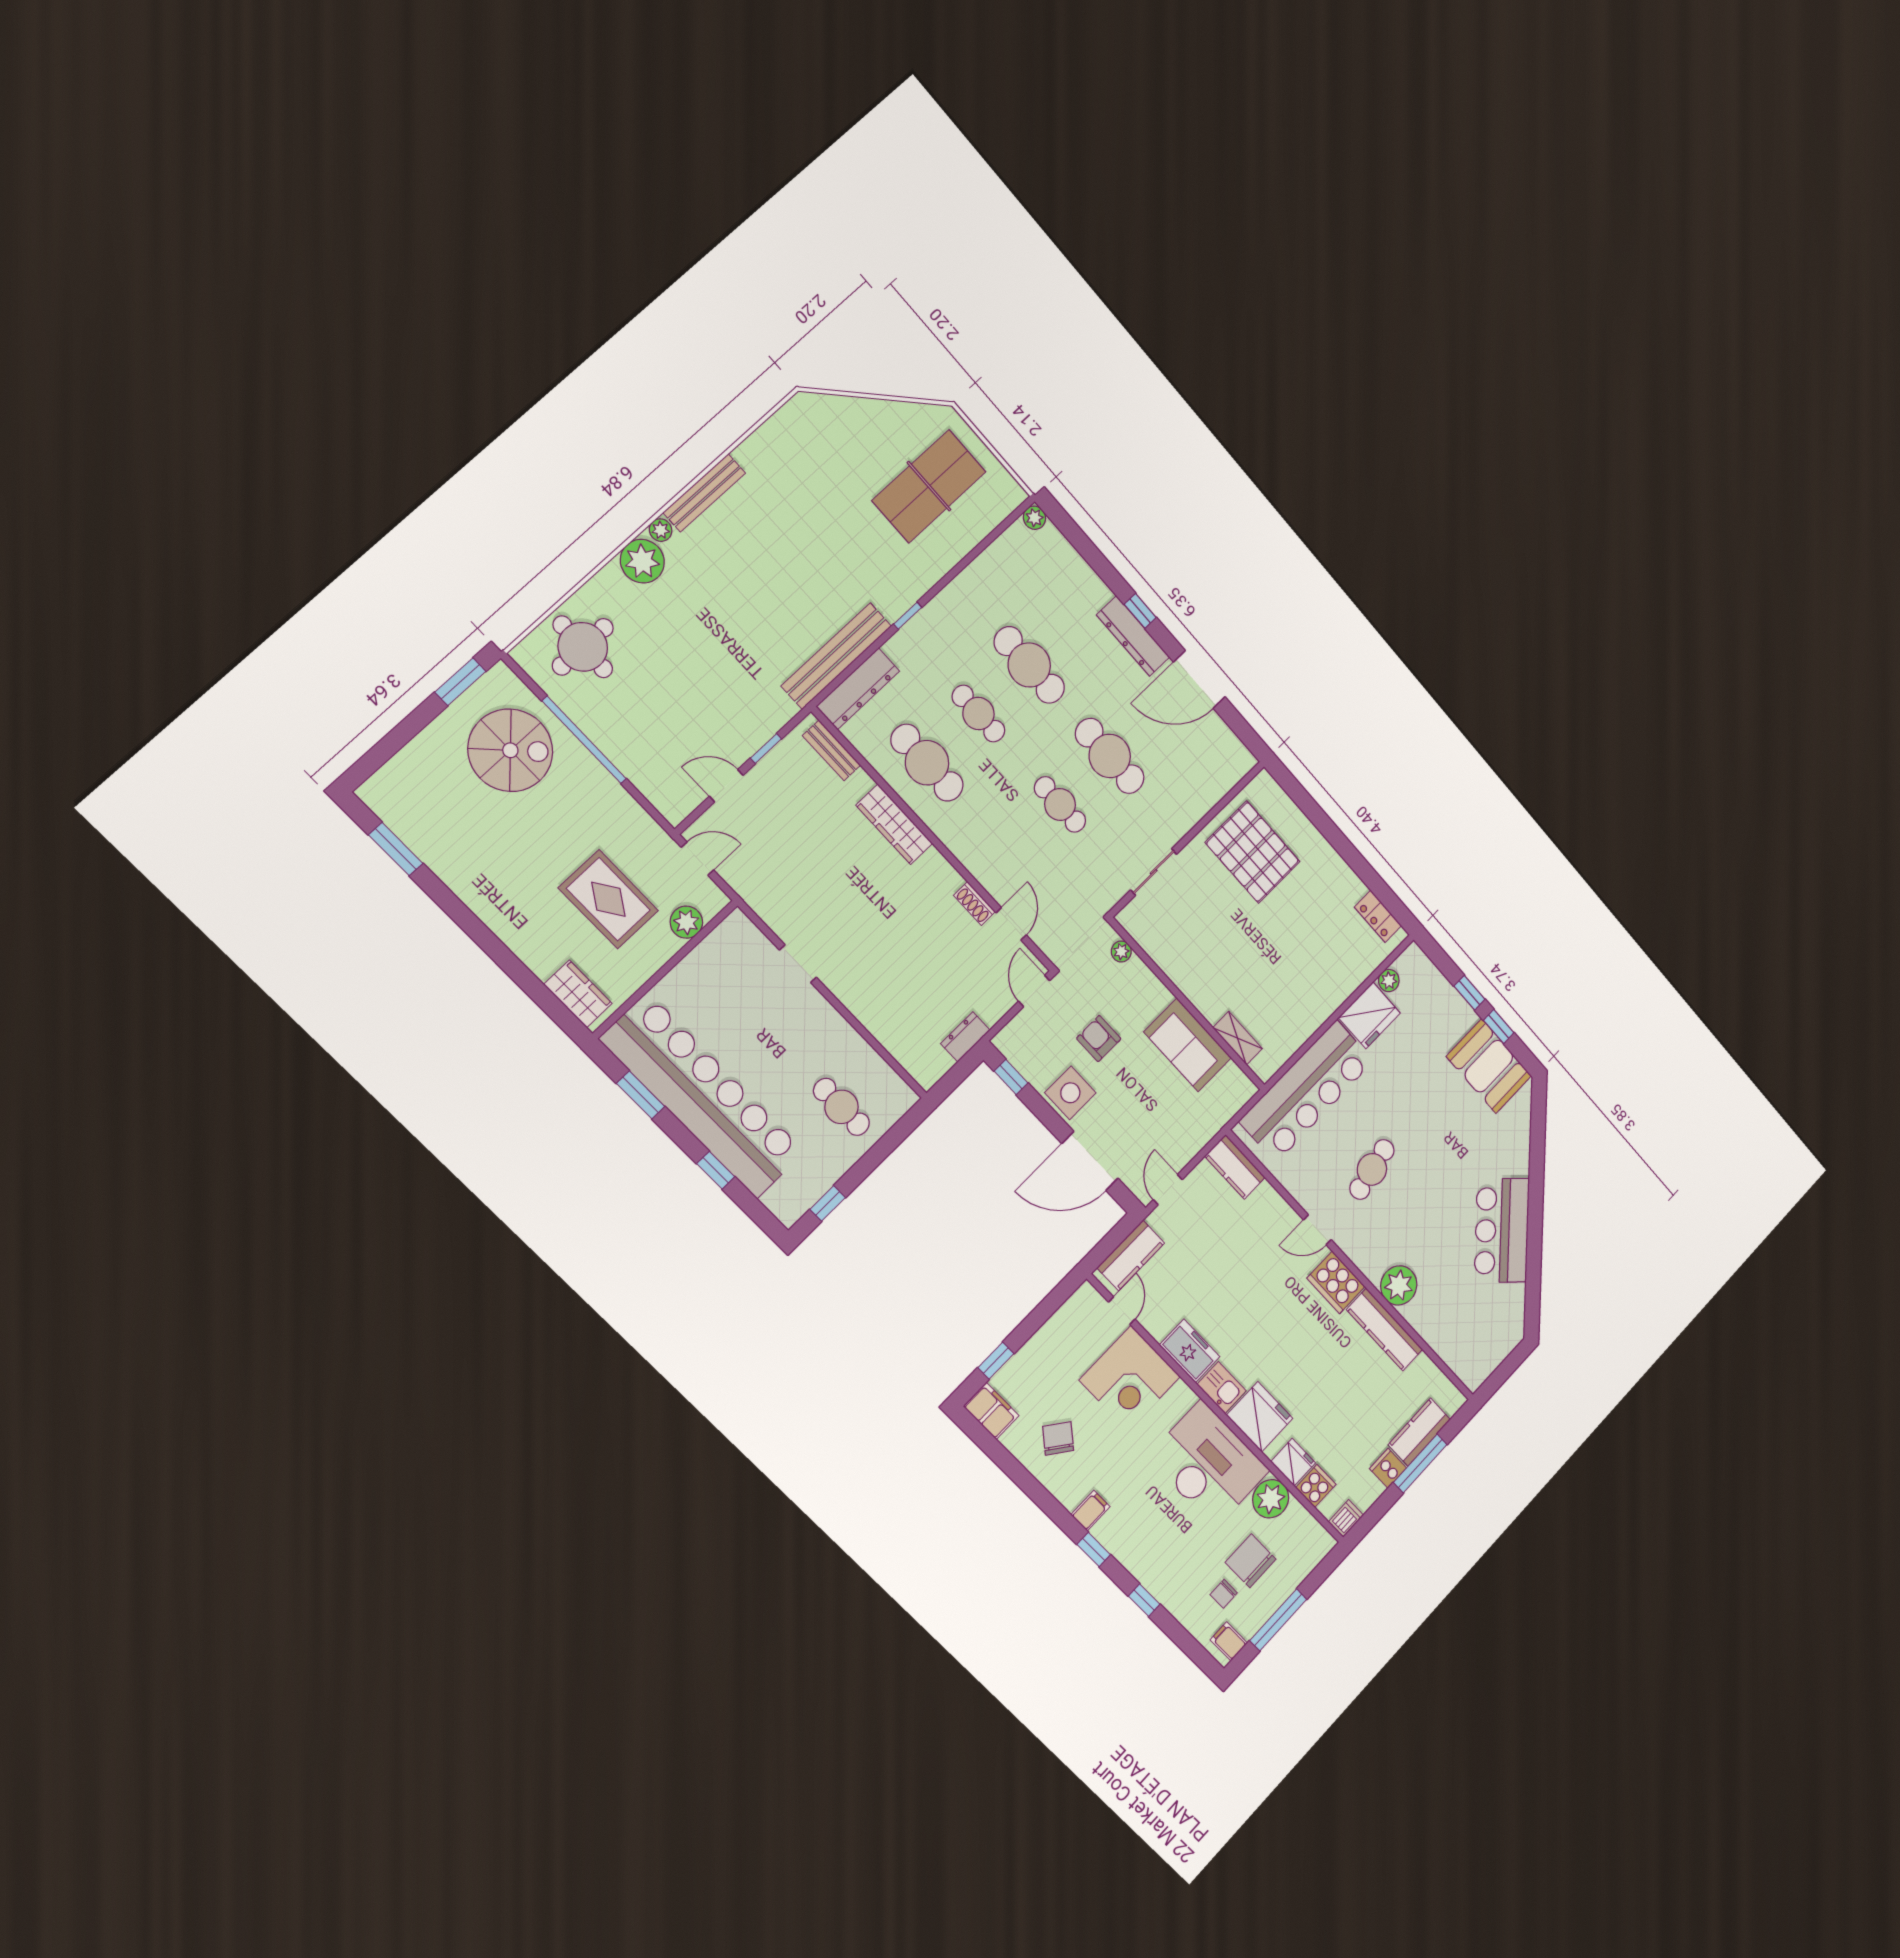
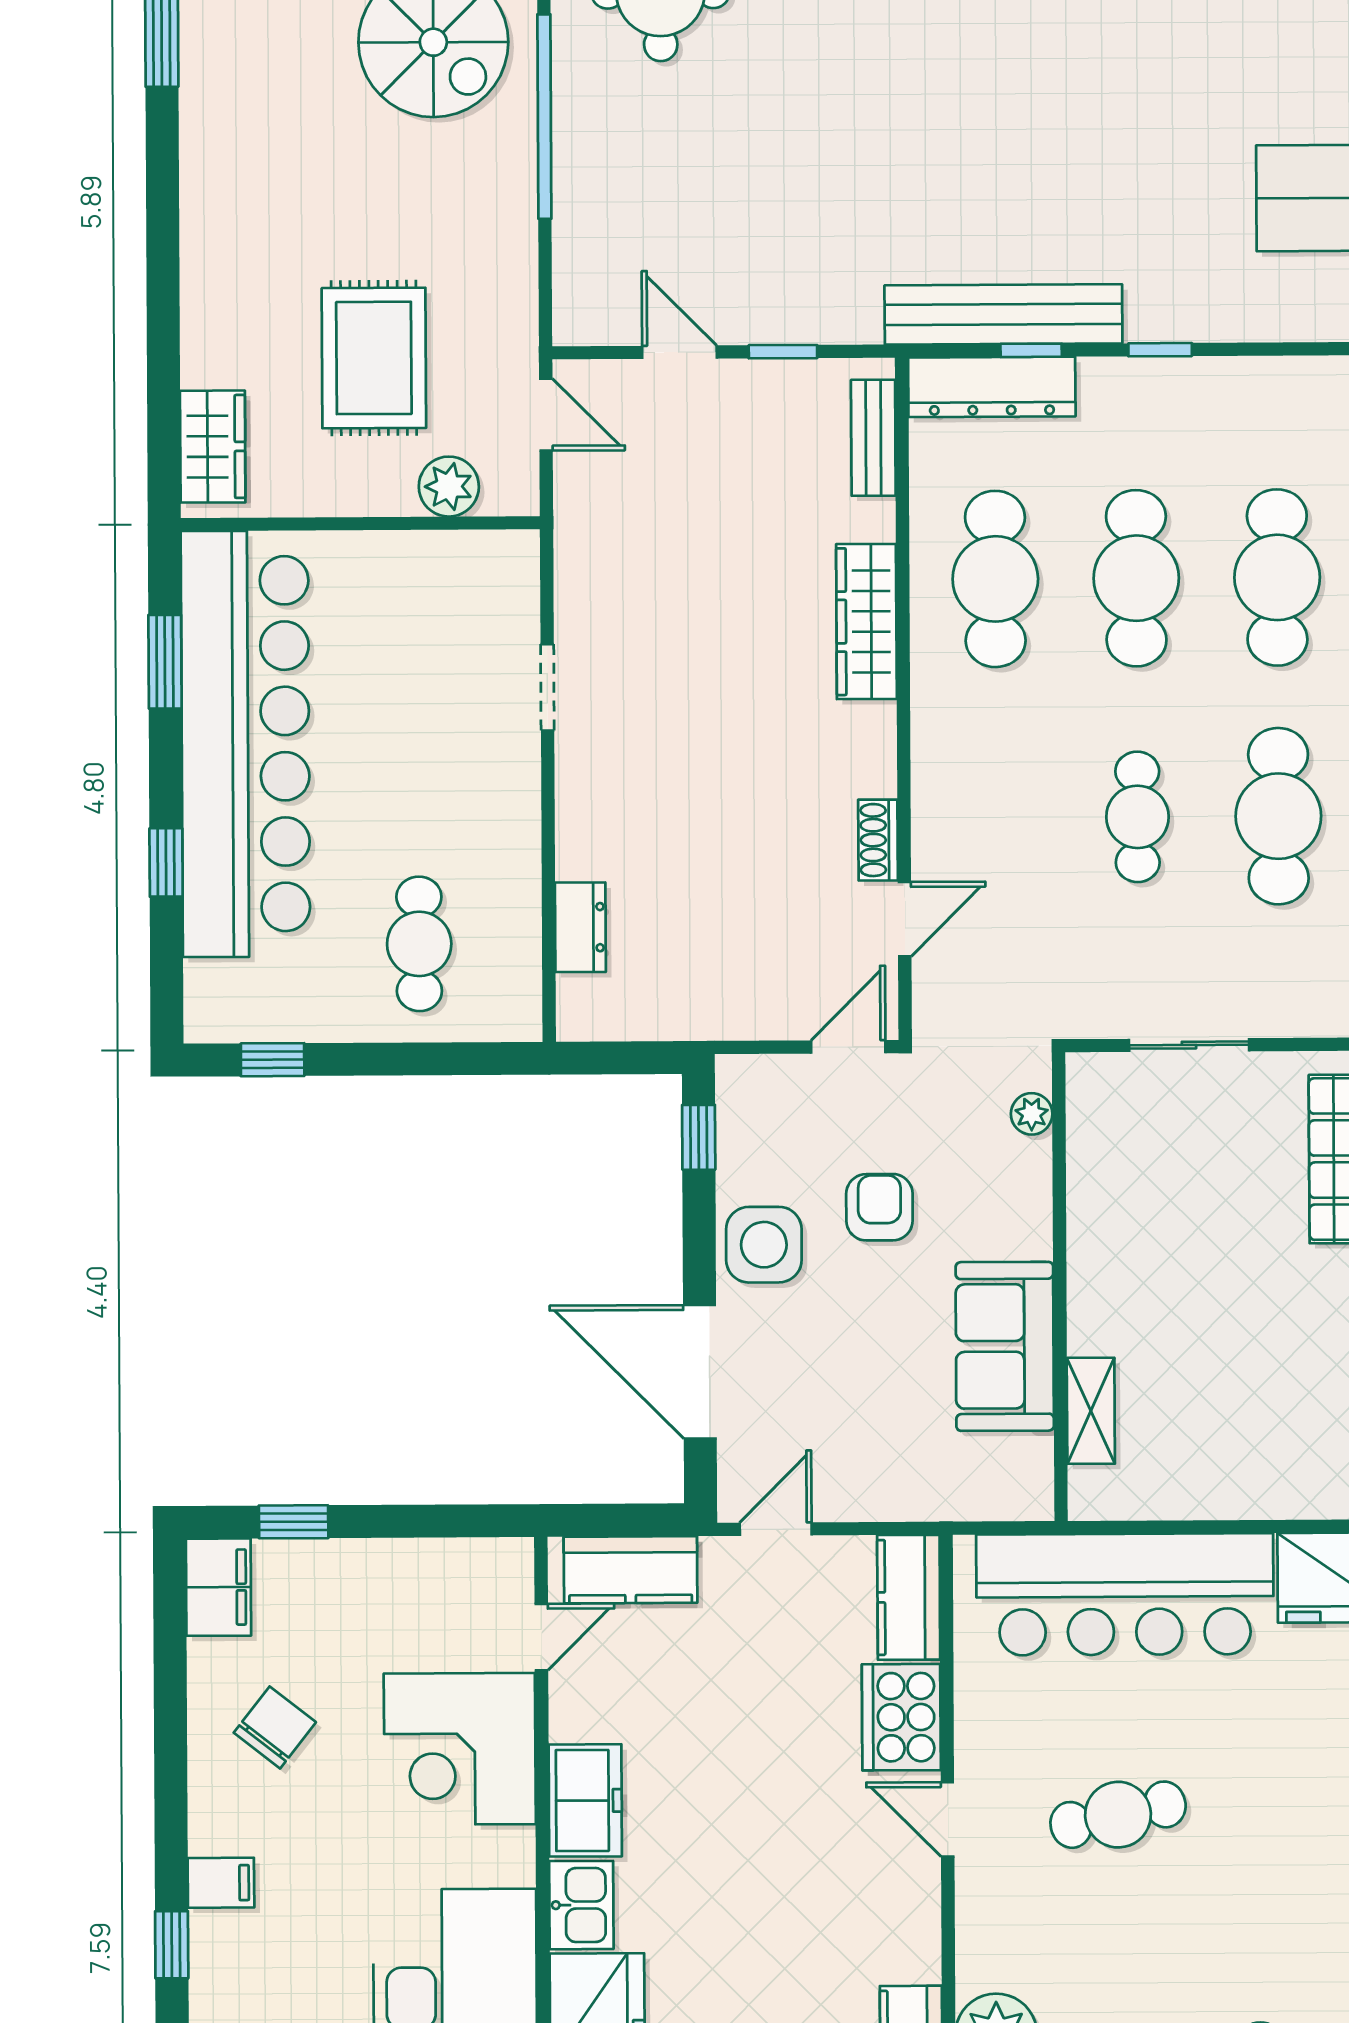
window: (860, 661) -> (1031, 350), added
cafe table: (978, 714) -> (1136, 578), width x1.37, depth x1.35
dresser: (965, 1037) -> (580, 927), moved, turned 90
cooker: (1336, 1282) -> (901, 1717), moved

